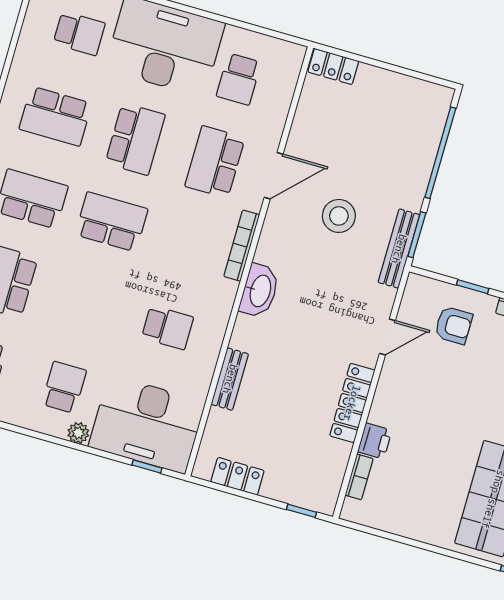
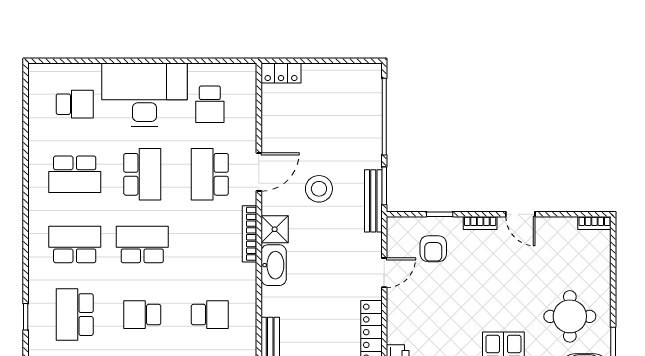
shower: (273, 249) -> (275, 229), added
school desk: (88, 305) -> (142, 315), added
armchair: (453, 325) -> (433, 249), turned 90

